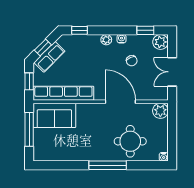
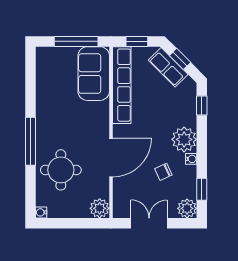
plant: (106, 40) -> (184, 139), width x1.87, depth x1.87

